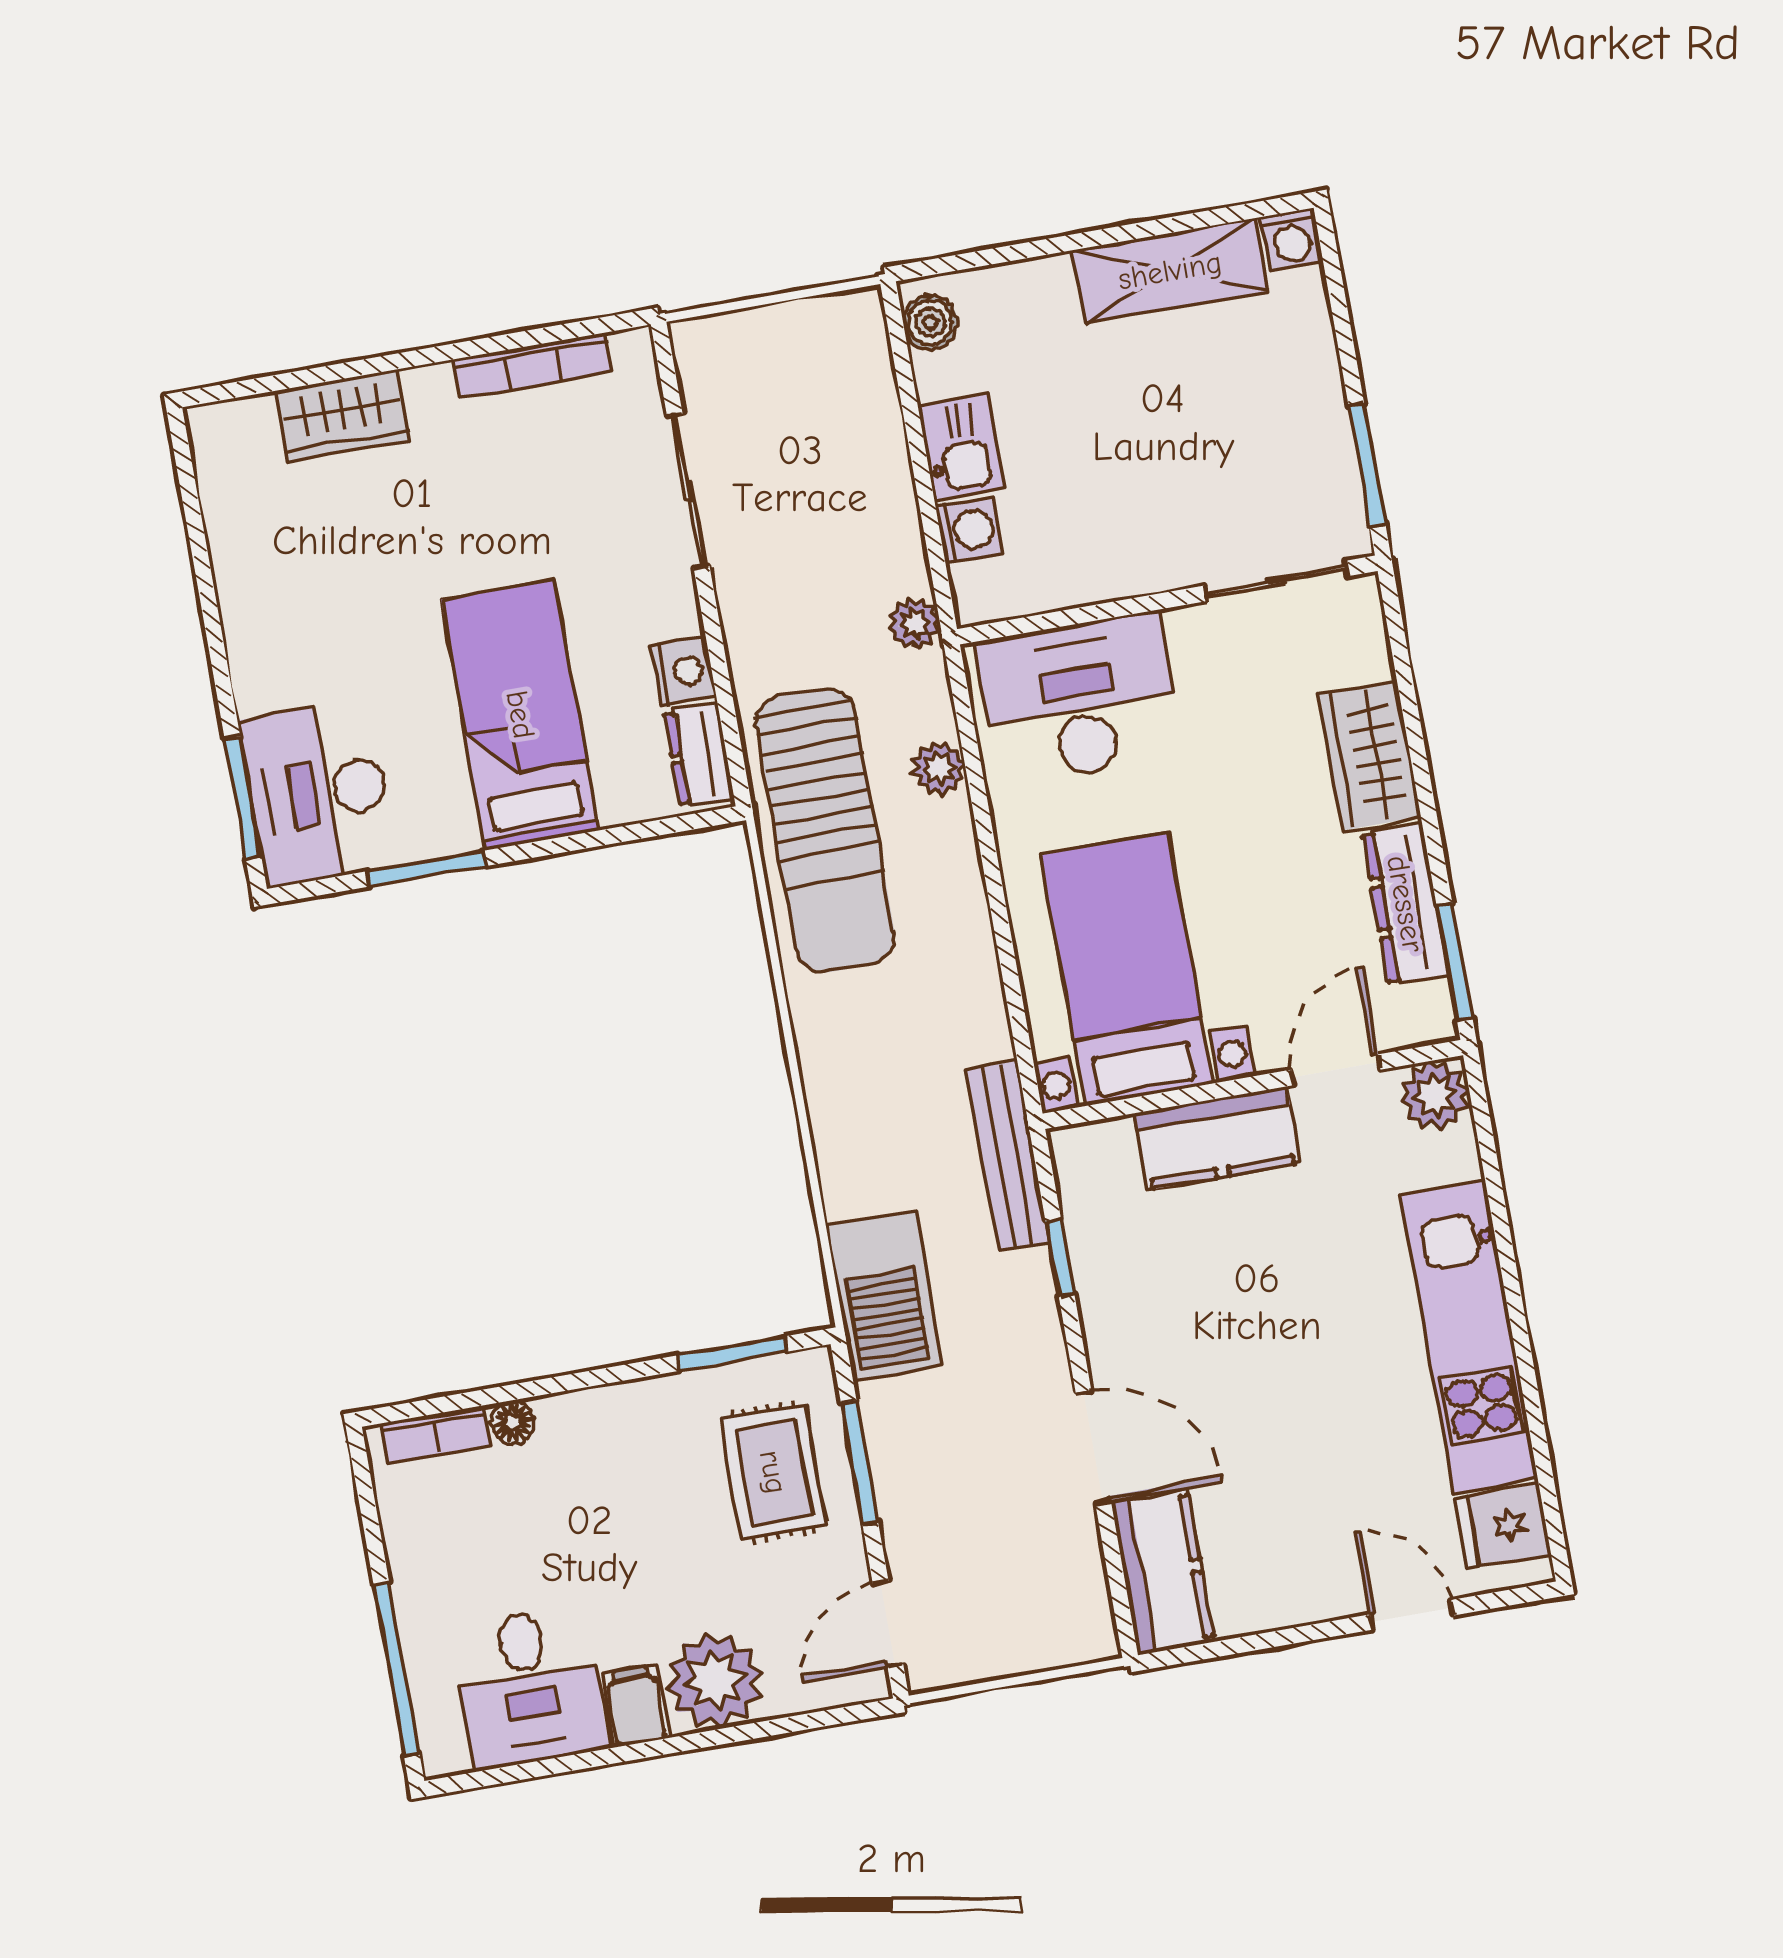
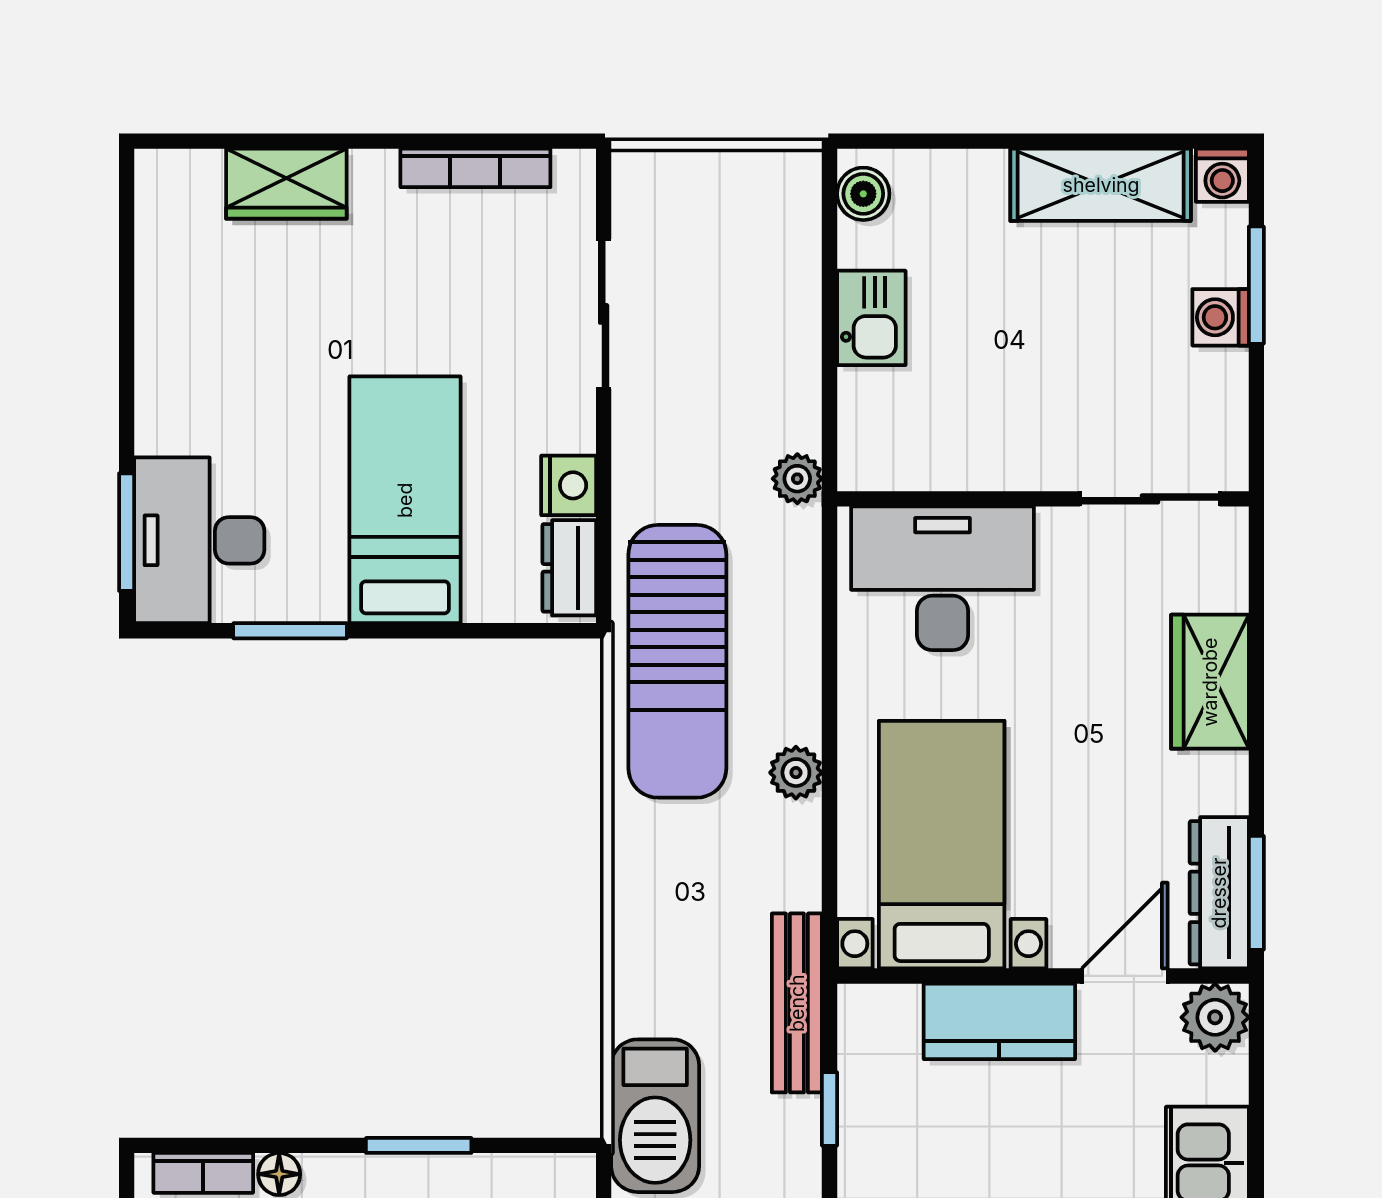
window: (1367, 465) -> (1256, 285), moved
washing machine: (969, 530) -> (1221, 317), moved, turned 180
plant: (938, 768) -> (796, 773), moved
dresser: (1405, 904) -> (1219, 893), moved
window: (732, 1354) -> (419, 1145), moved

